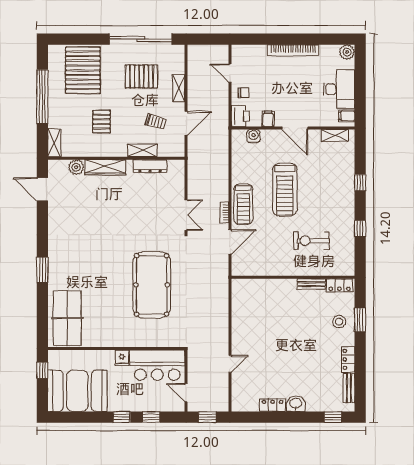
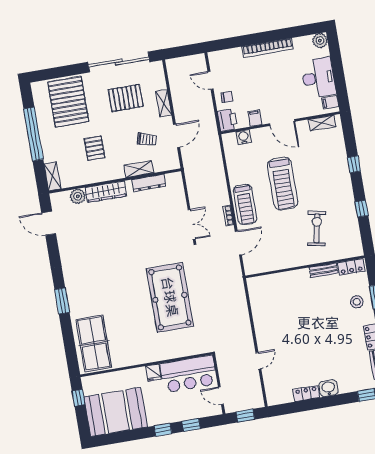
exercise bike: (311, 241) -> (317, 228), turned 101

